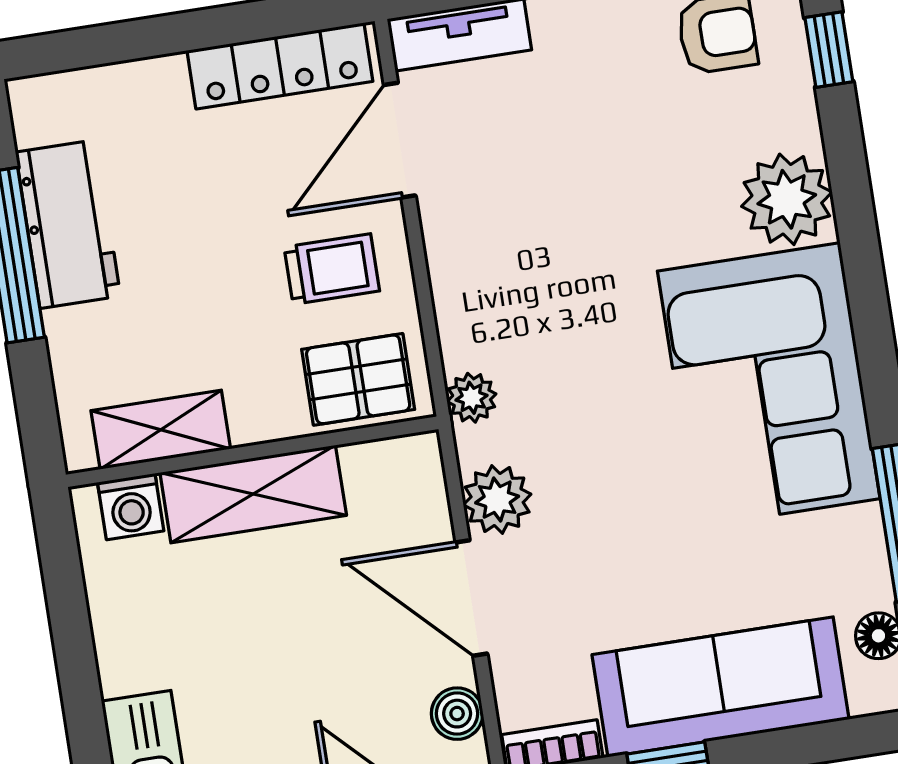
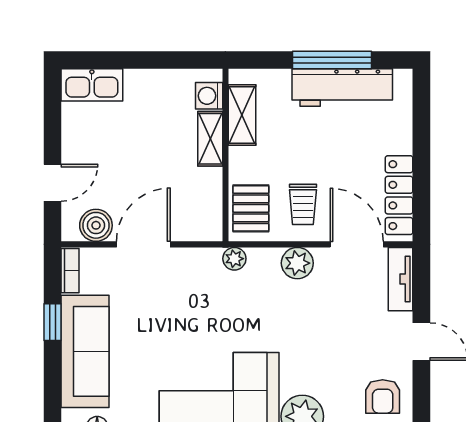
workbench: (68, 224) -> (342, 87), width x1.38
shelving: (253, 494) -> (210, 139), width x0.67, depth x0.75
plant: (497, 500) -> (297, 263), moved
boiler: (457, 714) -> (96, 225), width x1.36, depth x1.36

